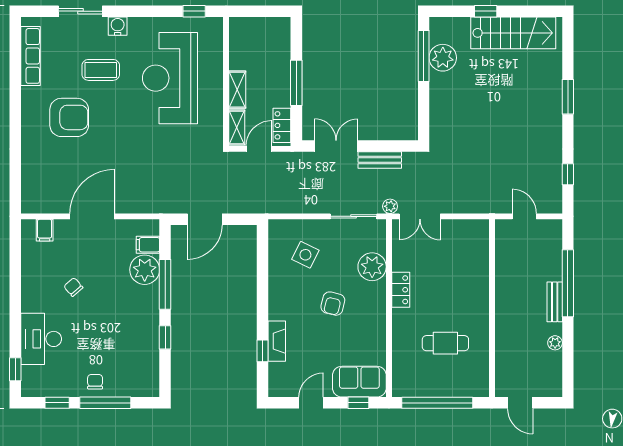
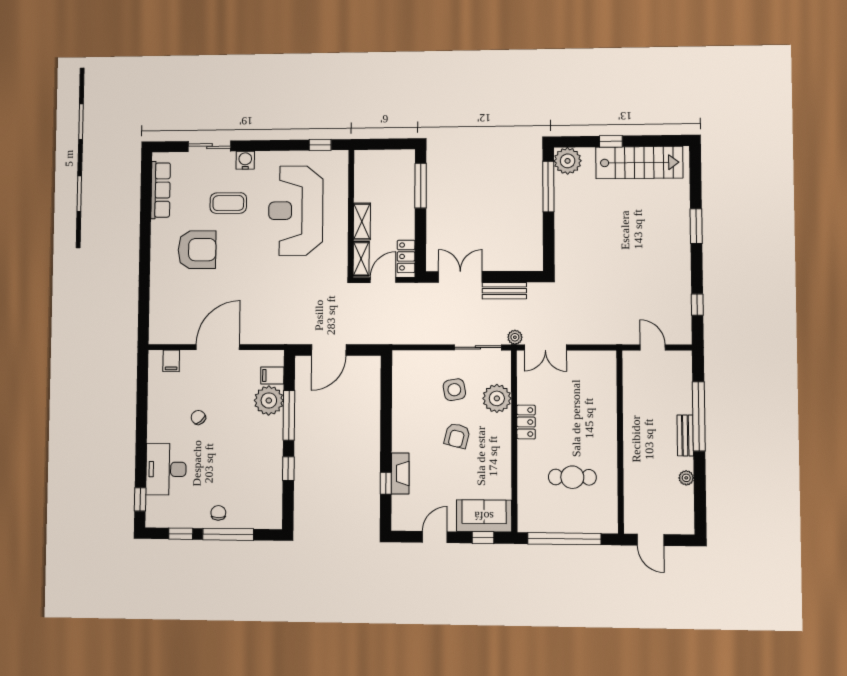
plant: (443, 58) -> (568, 161), moved
window: (296, 83) -> (421, 186), moved
side table: (305, 255) -> (454, 390), moved, turned -36

